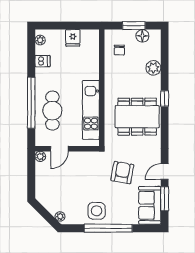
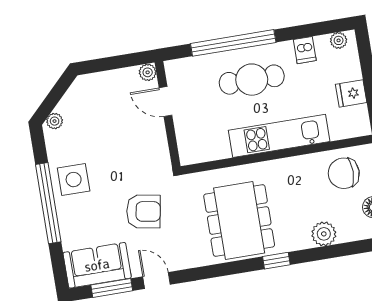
chair: (119, 50) -> (344, 173), width x1.87, depth x1.87
kitchen unit: (91, 110) -> (279, 136), moved
cafe table: (52, 111) -> (252, 80), moved

